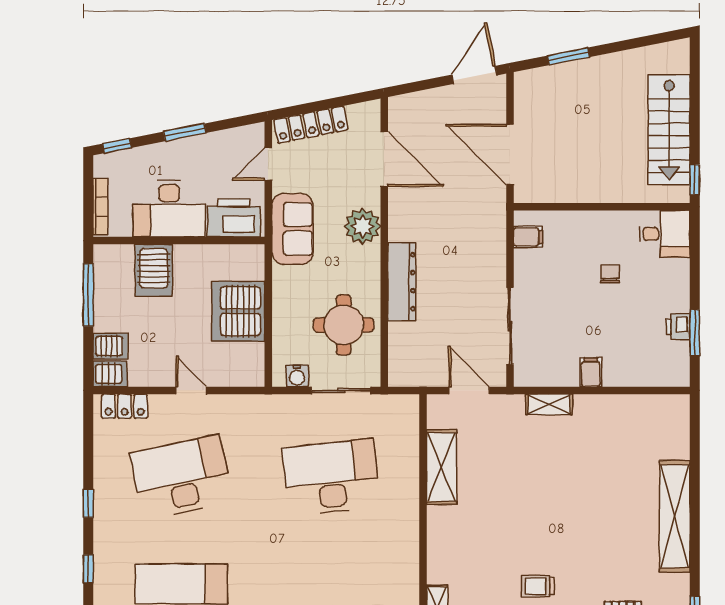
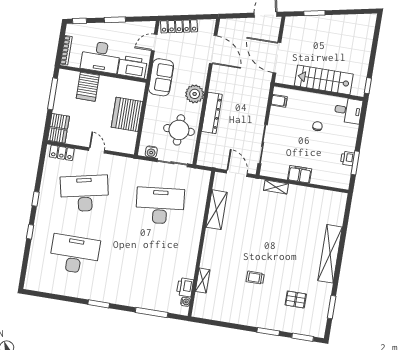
stairs: (669, 130) -> (324, 80), moved, turned 90
plant: (363, 226) -> (195, 94), moved
filing cabinet: (591, 372) -> (300, 174), width x2.00

